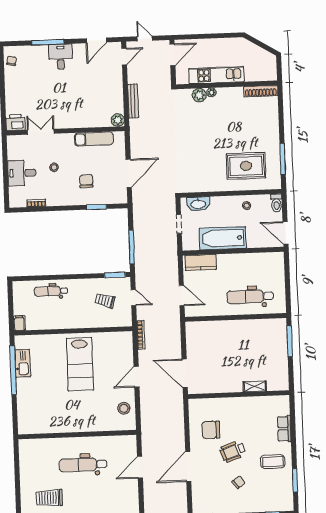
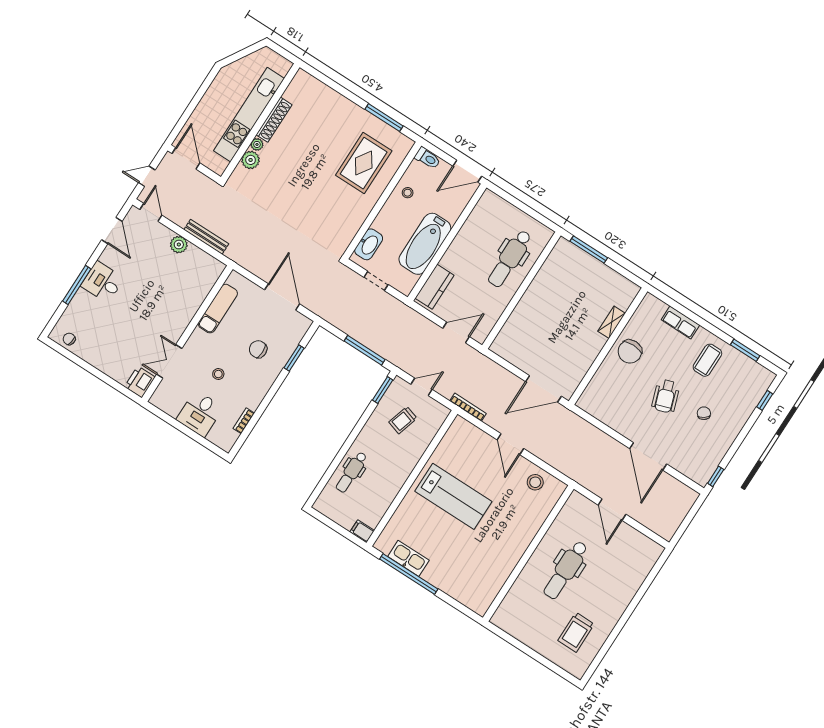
kitchen unit: (216, 75) -> (249, 115), width x1.36
shoe rack: (261, 91) -> (274, 120), moved
plant: (118, 120) -> (179, 245), moved
chair: (211, 430) -> (630, 352), moved

